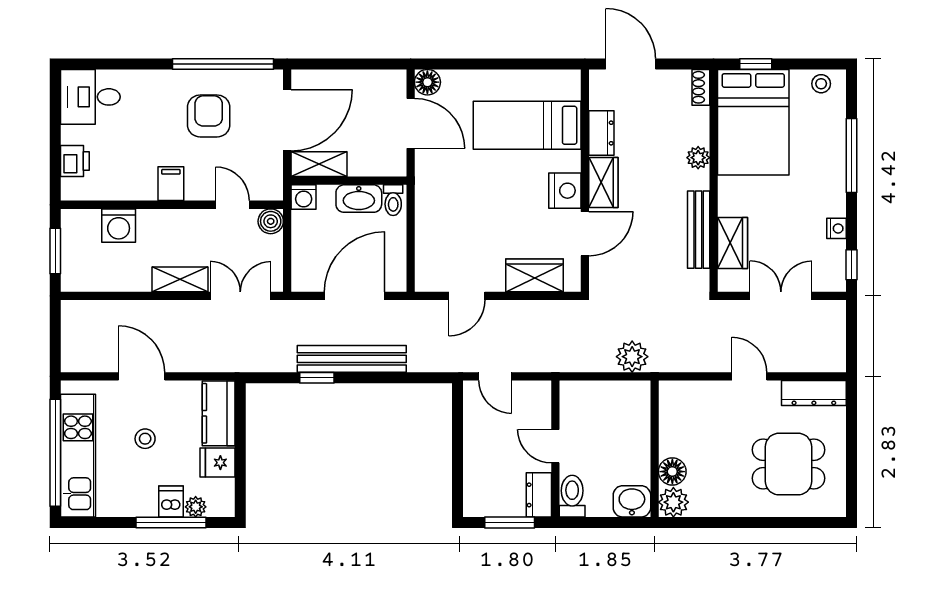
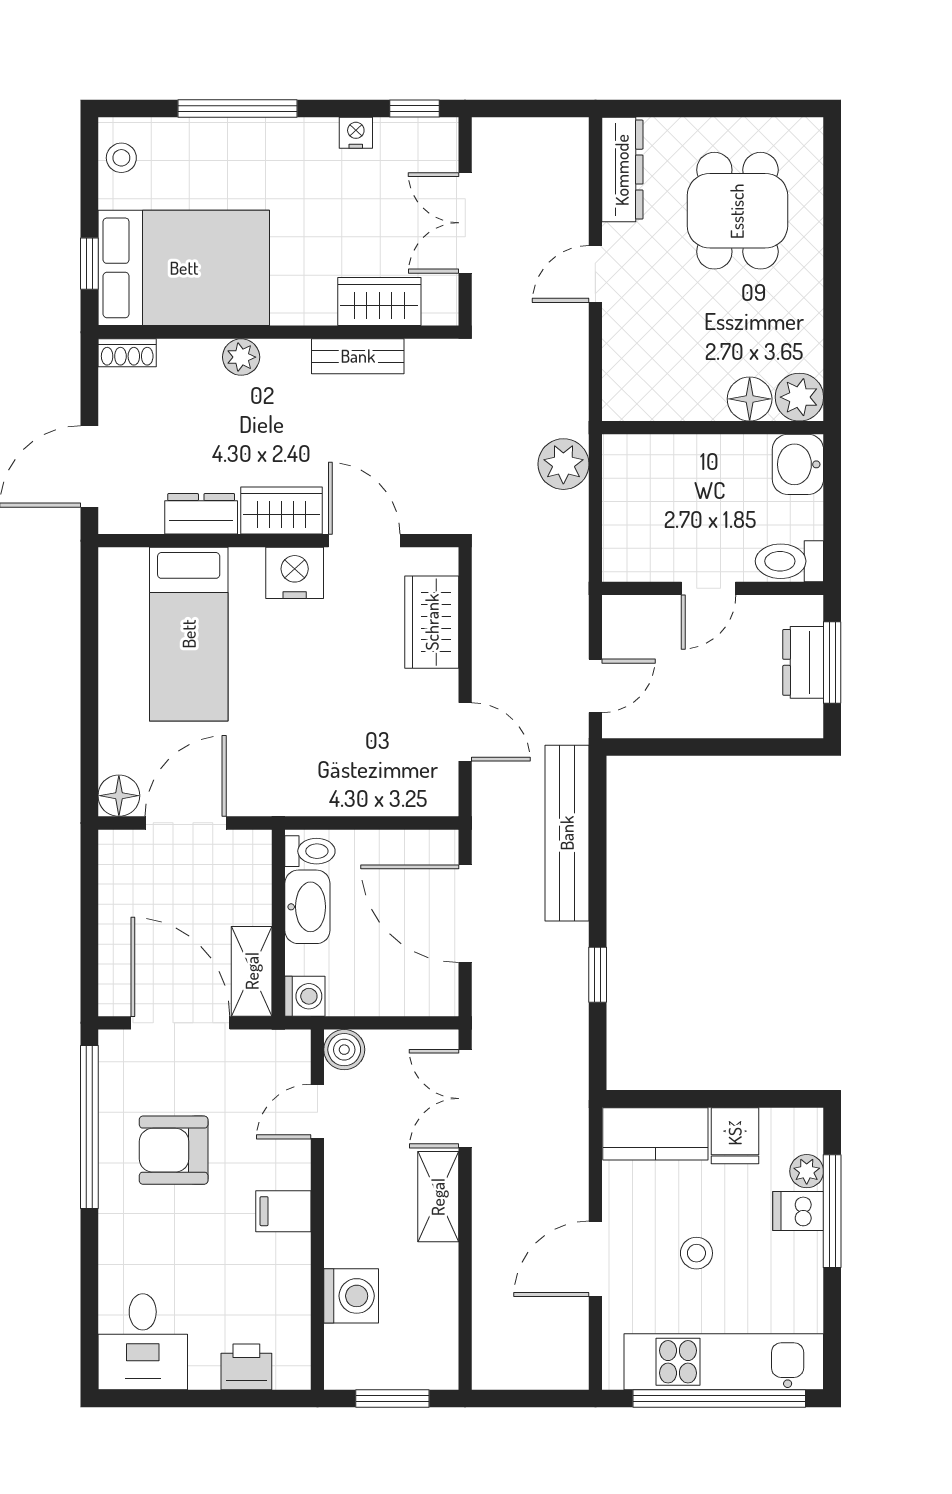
bench: (699, 230) -> (358, 356), width x0.73
bench: (352, 359) -> (567, 833), moved
dresser: (539, 495) -> (803, 662), moved, turned 90

